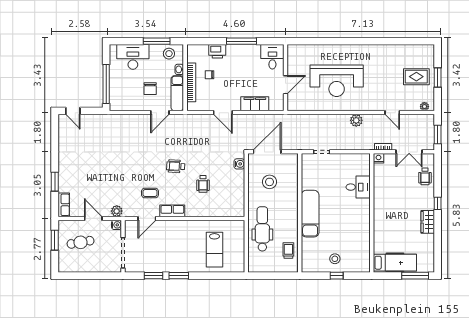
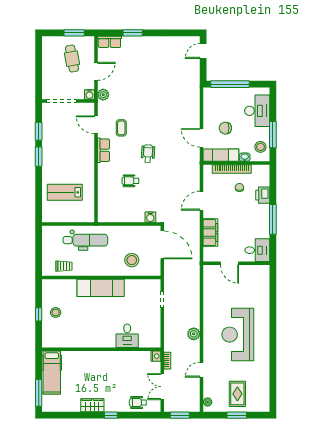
reception desk: (337, 81) -> (238, 335), moved
stool: (270, 182) -> (132, 260), moved

